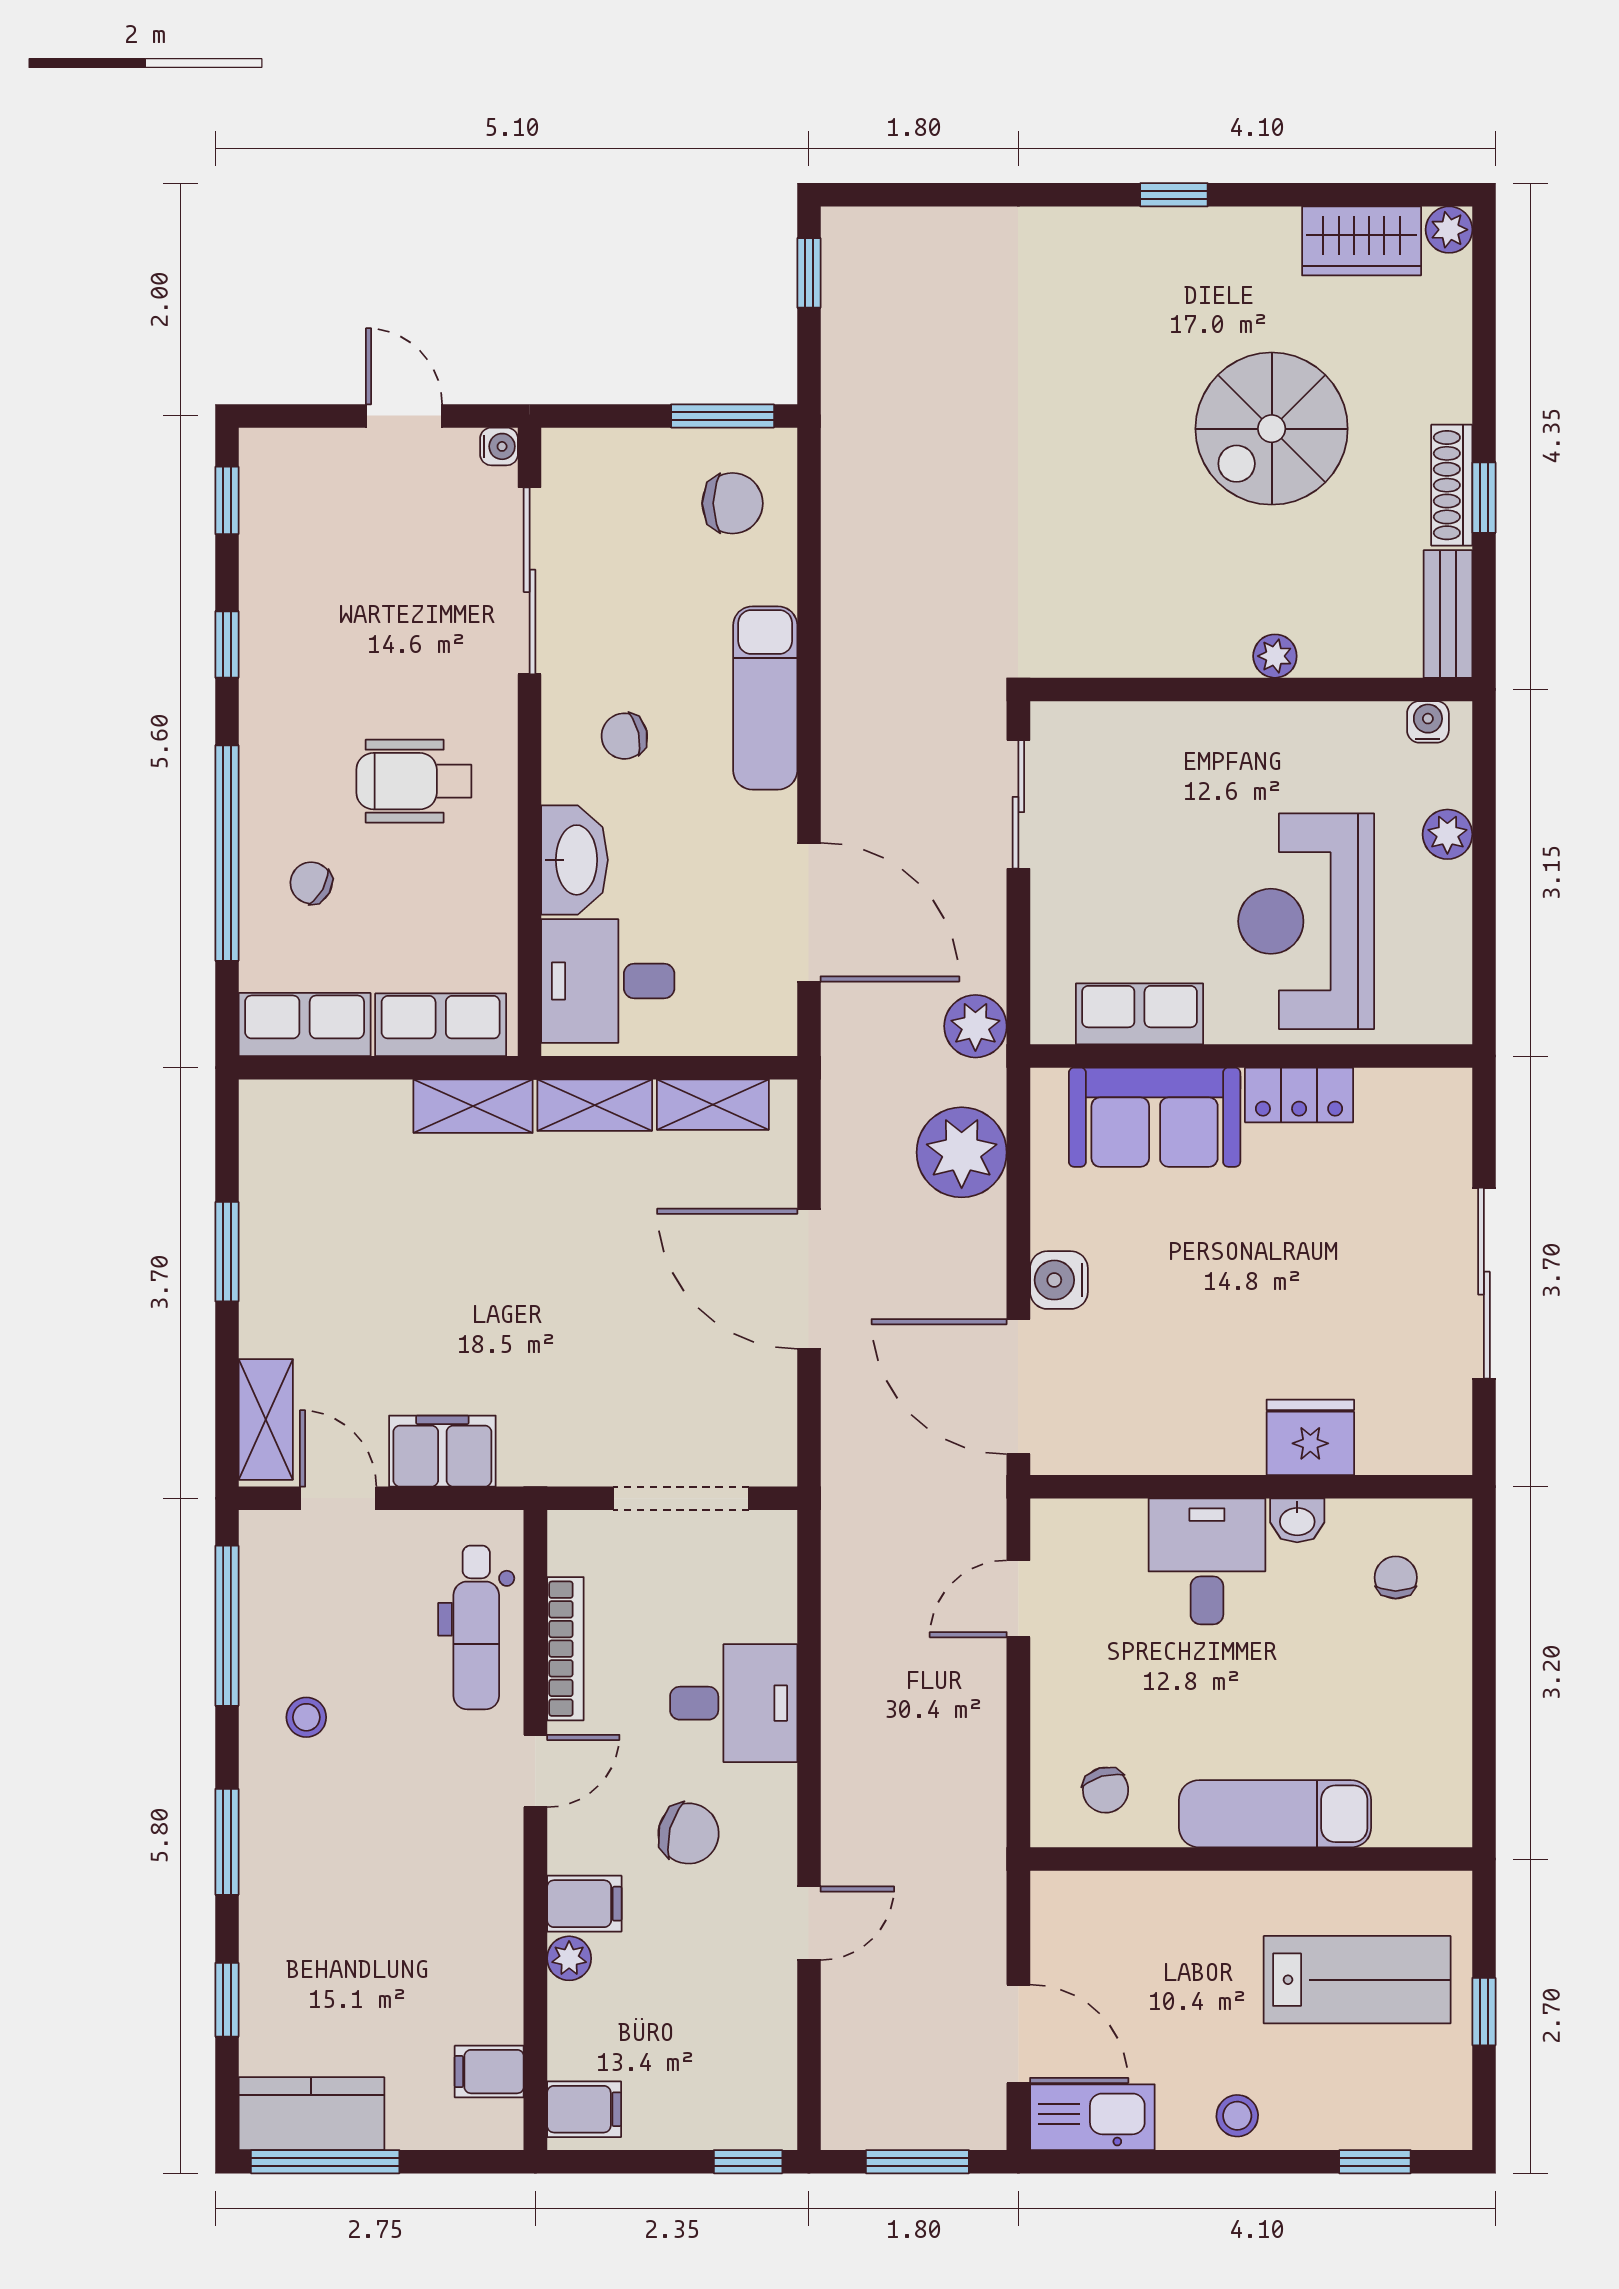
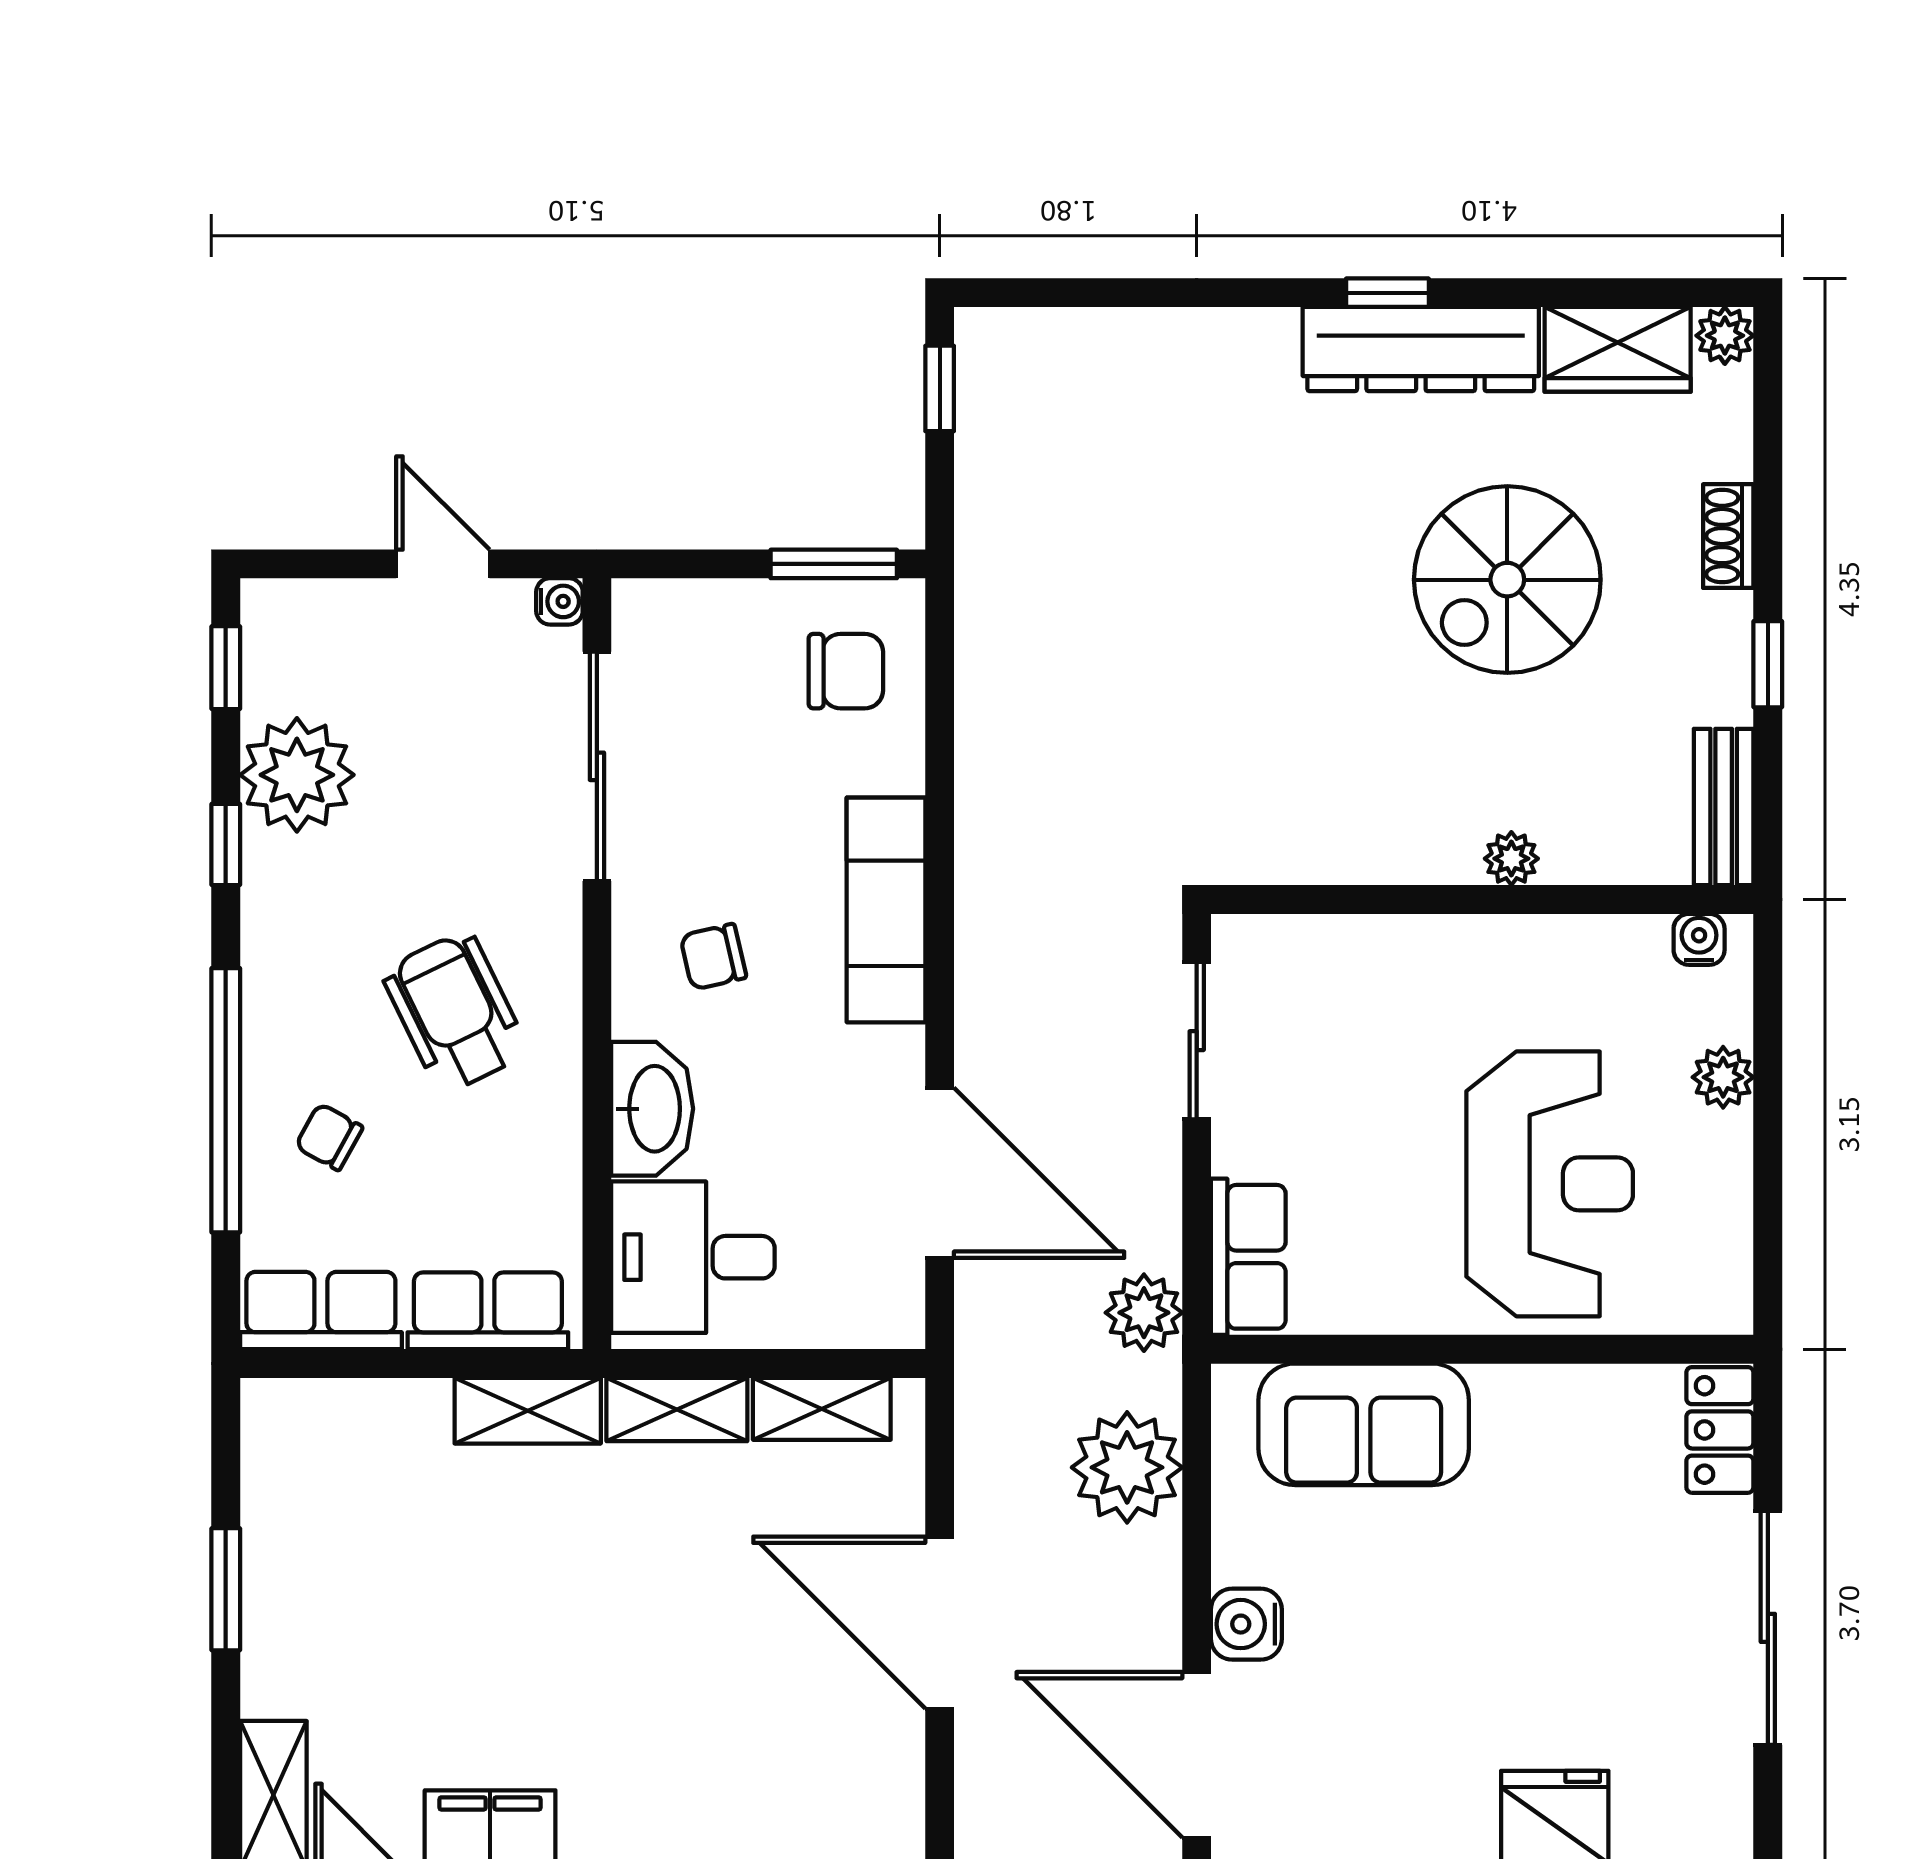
dresser: (1201, 241) -> (1421, 349), added
shoe rack: (1452, 485) -> (1728, 536), moved, width x0.70
plant: (285, 588) -> (297, 775), added
wheelchair: (414, 781) -> (455, 1012), turned 64
reception desk: (1306, 921) -> (1550, 1184), turned 180
row of seats: (1139, 1014) -> (1248, 1257), moved, turned 90
locker: (1299, 1095) -> (1720, 1430), moved, turned 90

